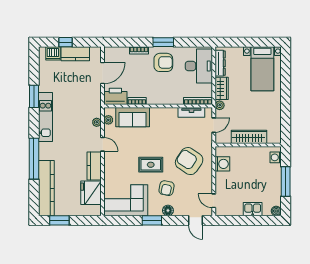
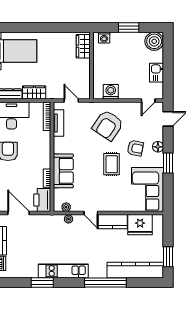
plant: (220, 105) -> (51, 94), removed
sofa: (133, 117) -> (63, 171), moved
wardrobe: (249, 137) -> (83, 46), moved, width x0.67
door: (102, 144) -> (91, 213), swing flipped
window: (286, 182) -> (129, 27), width x0.69
kitchen sink: (253, 209) -> (156, 73), moved
boiler: (276, 211) -> (154, 41), width x1.86, depth x1.86

